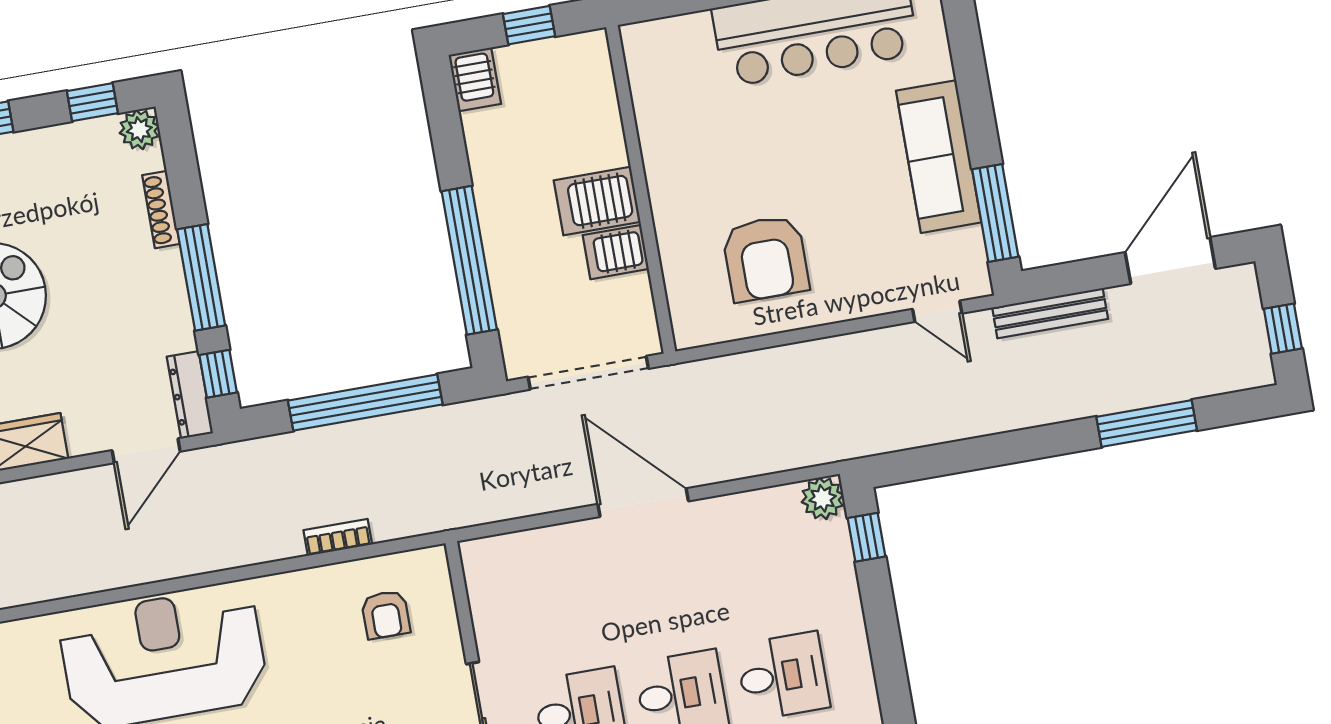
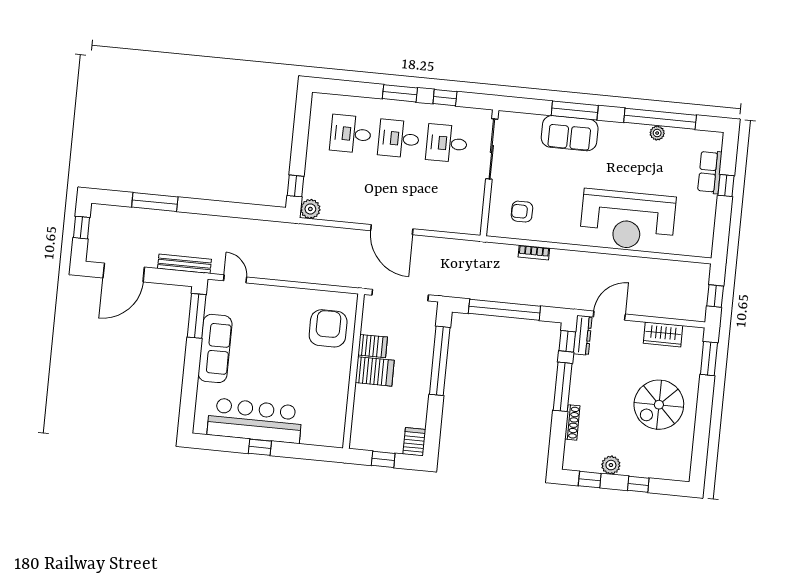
plant: (139, 130) -> (611, 465), moved
armchair: (766, 258) -> (328, 328), moved
armchair: (386, 615) -> (522, 212), turned -90

